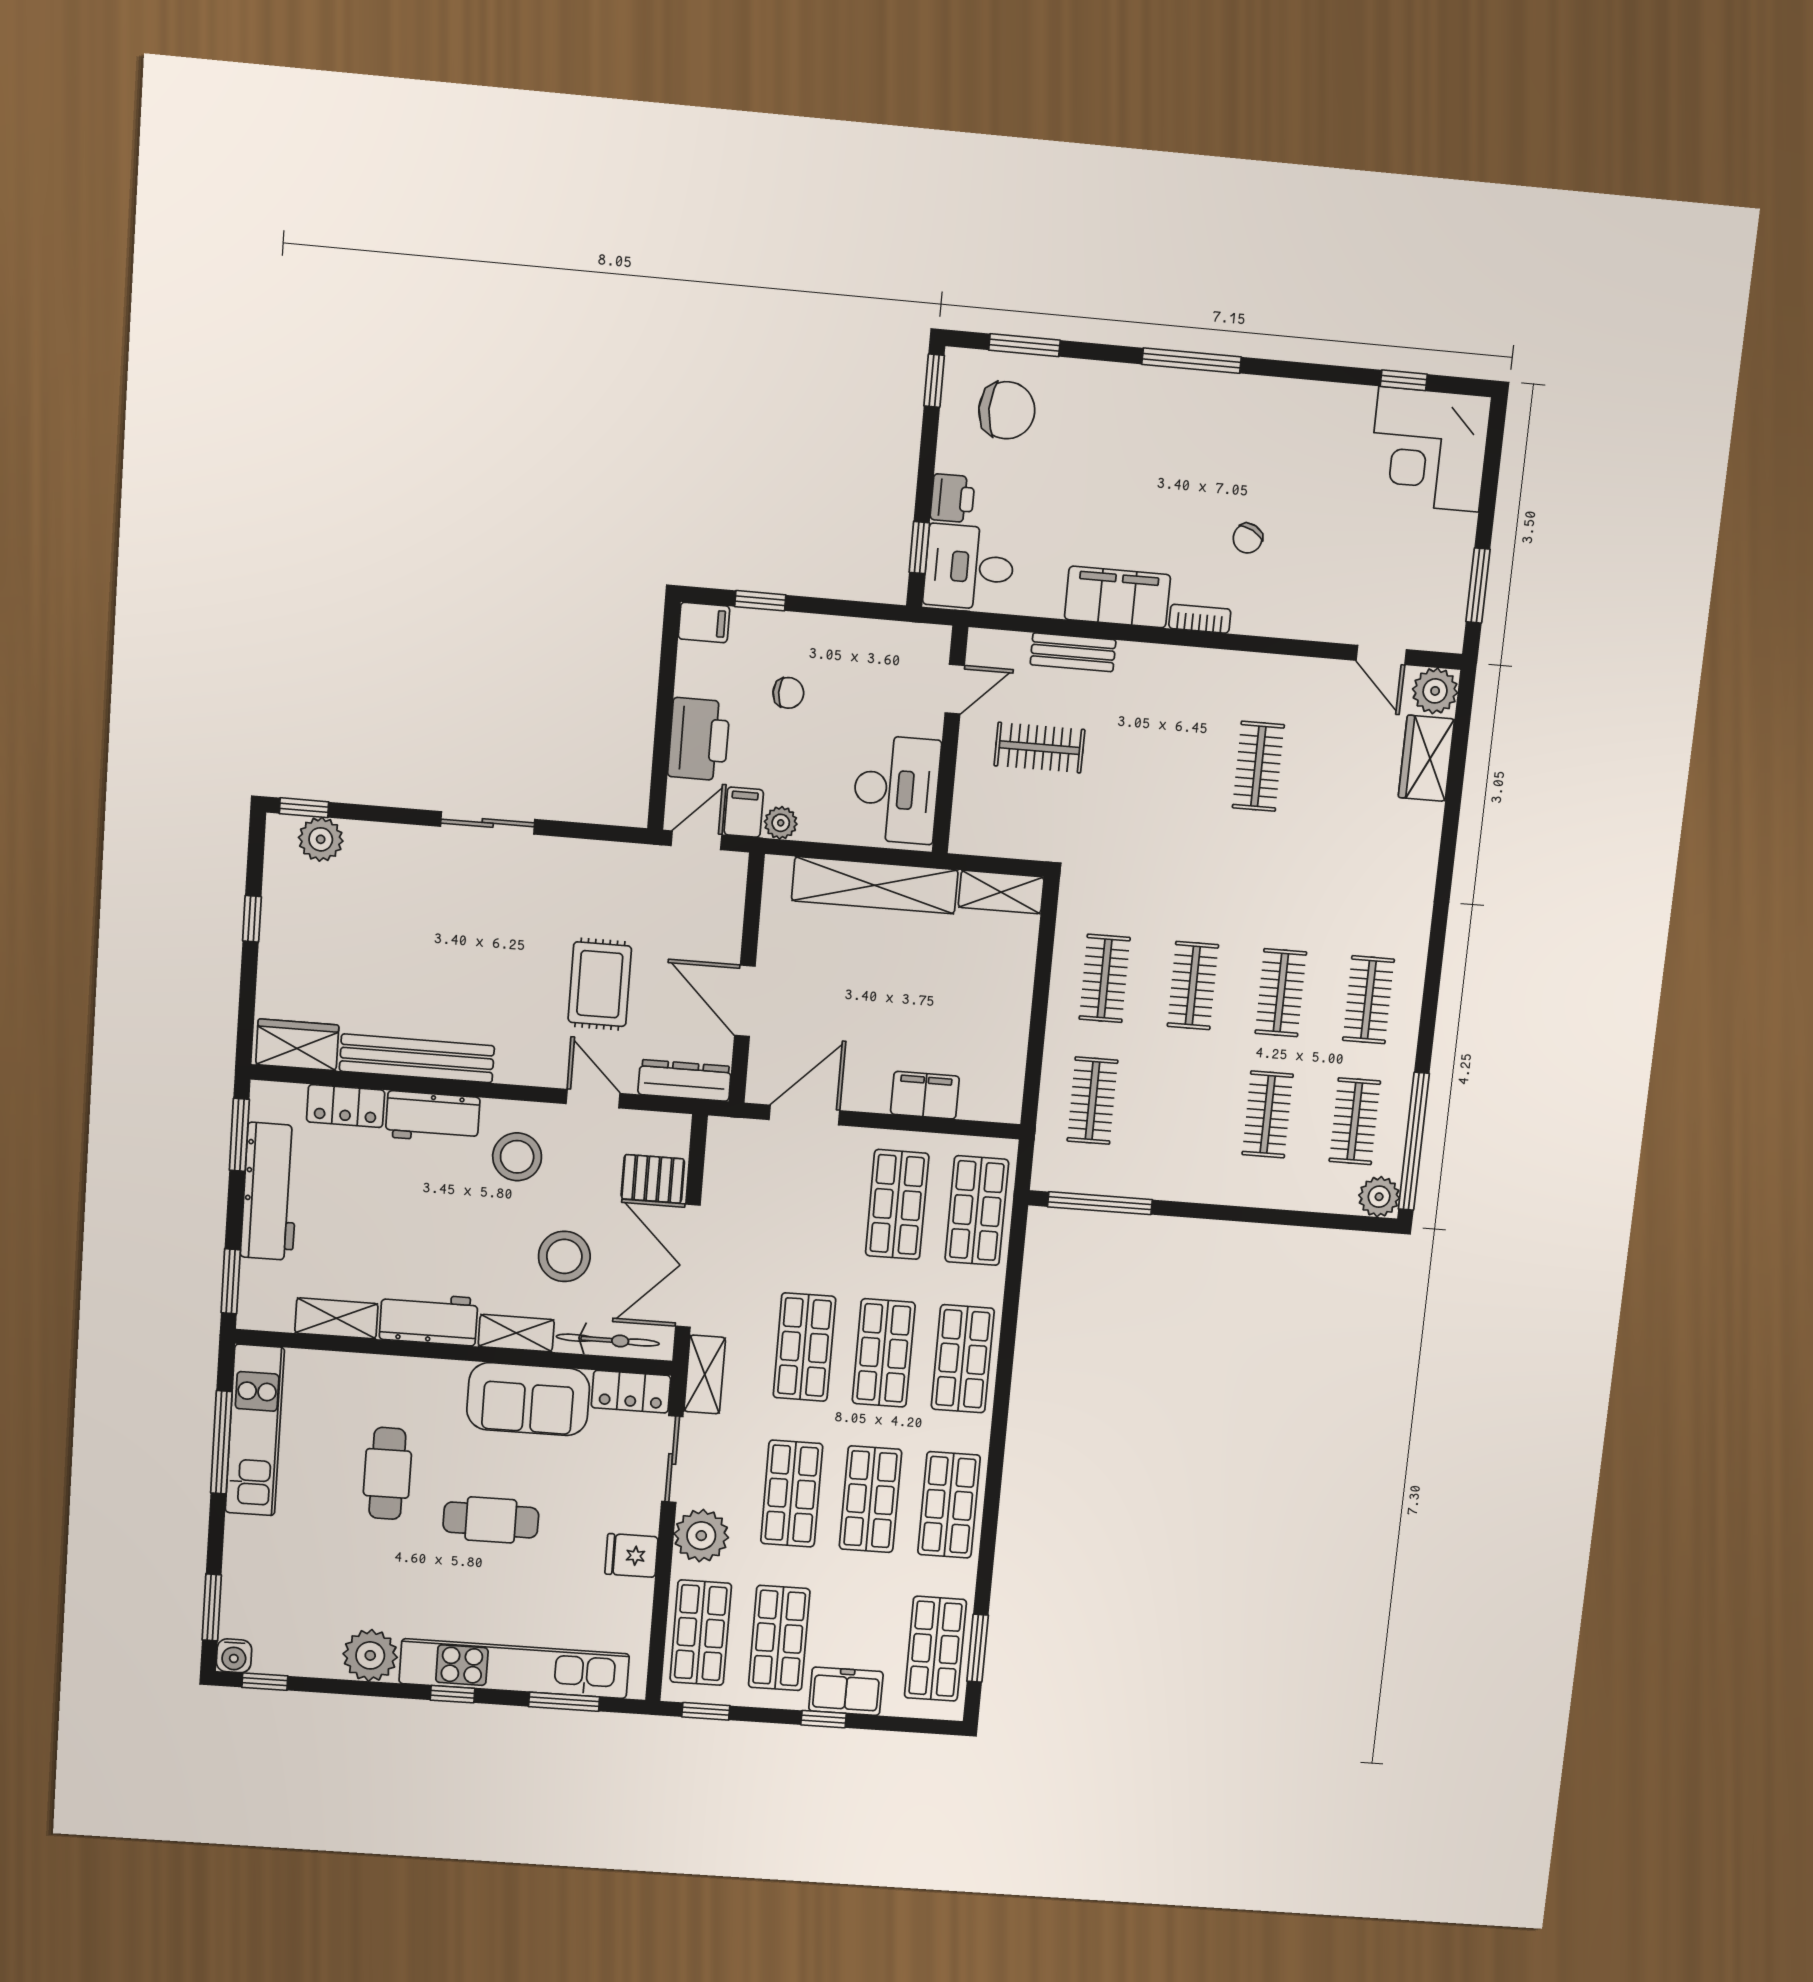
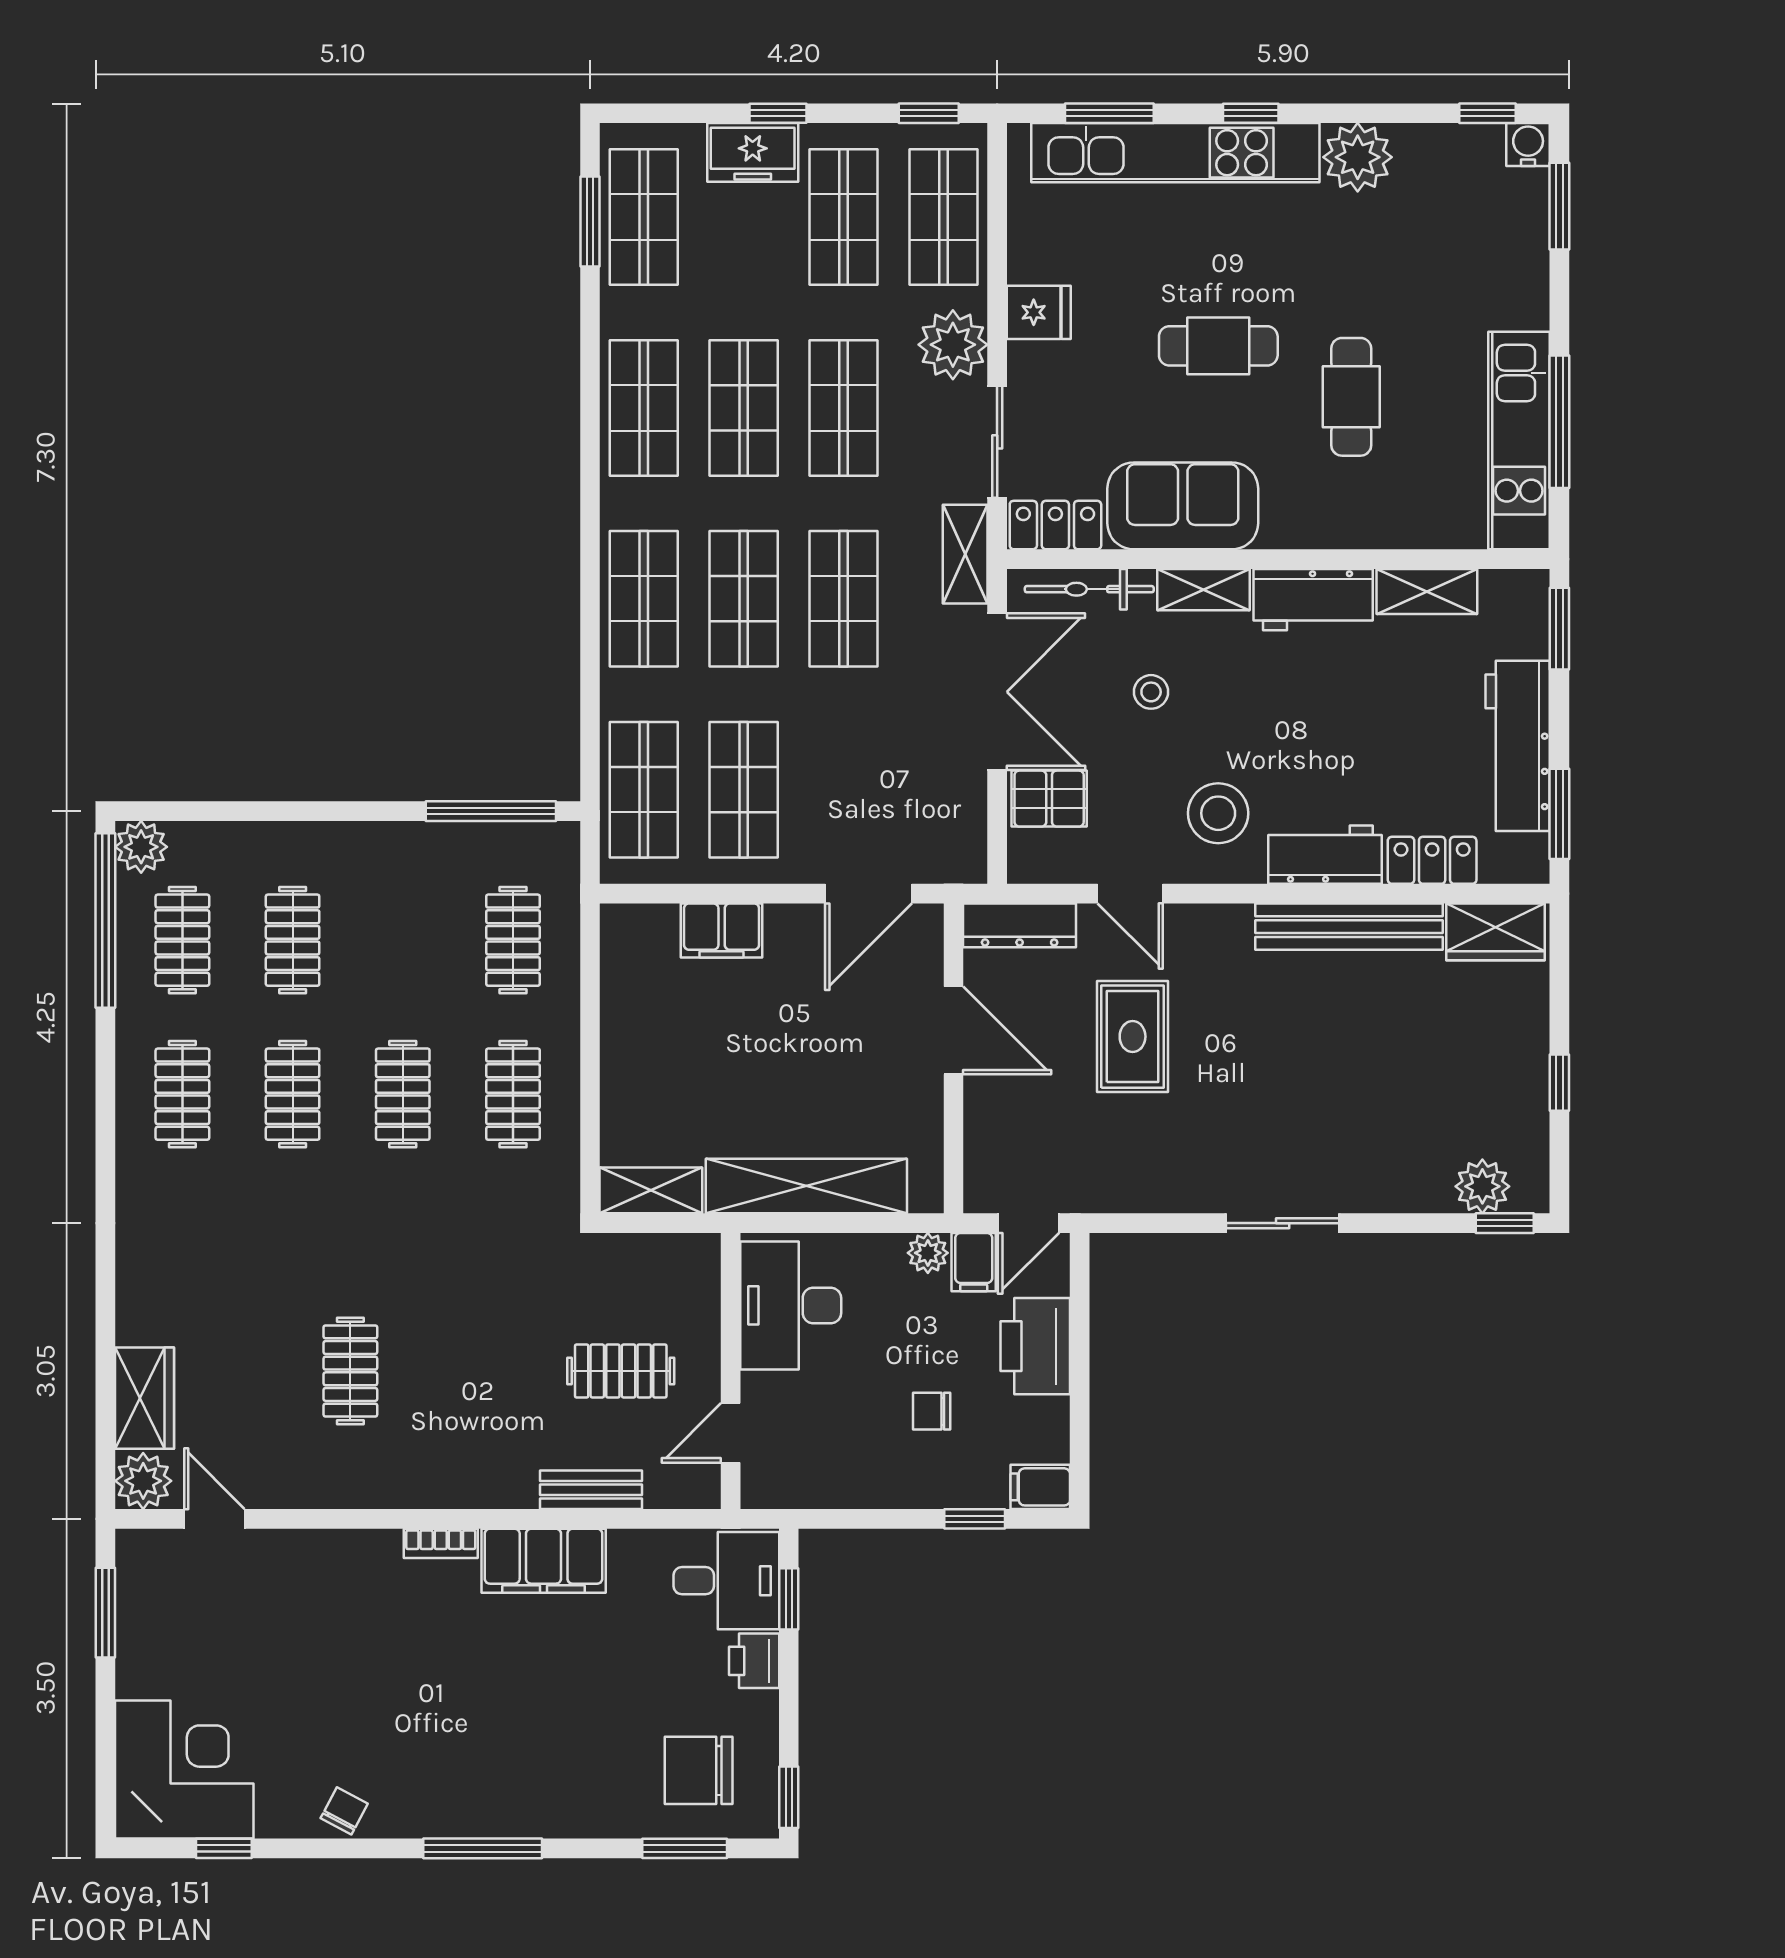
chair: (1248, 538) -> (344, 1811), moved
stool: (564, 1256) -> (1151, 692), width x0.53, depth x0.53

